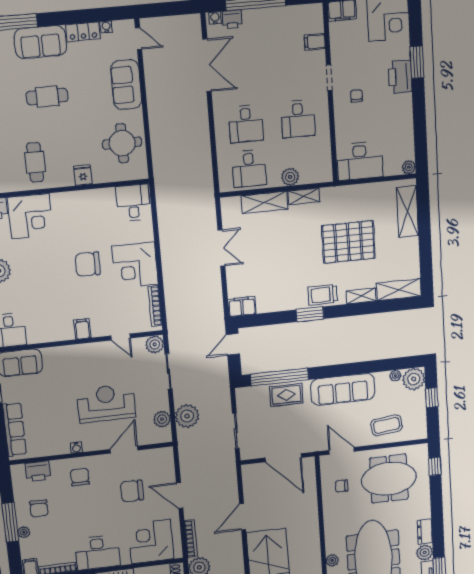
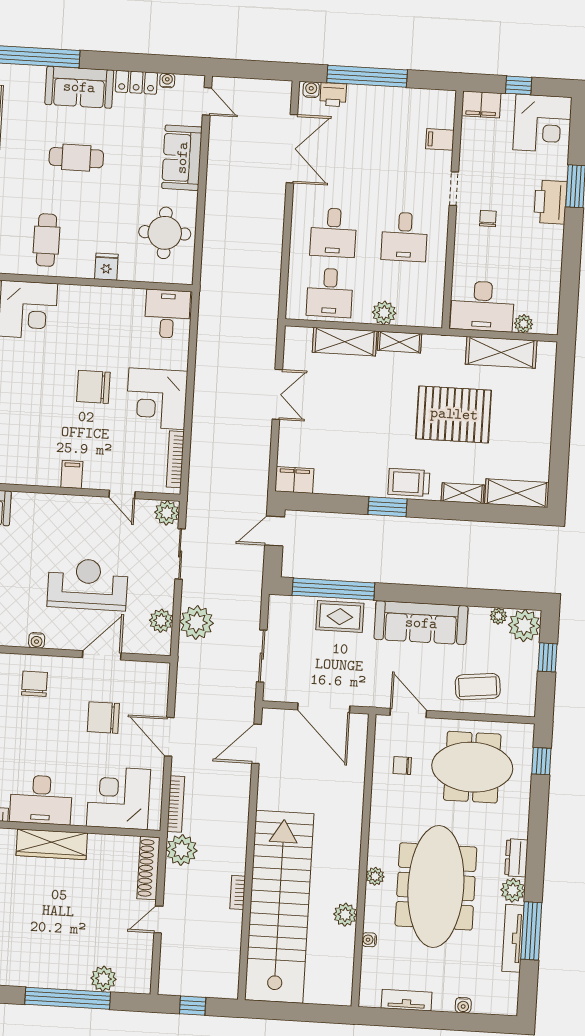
plant: (409, 167) -> (524, 324), moved
shelving: (407, 211) -> (501, 352), moved, turned 90
door: (243, 517) -> (257, 744), moved

